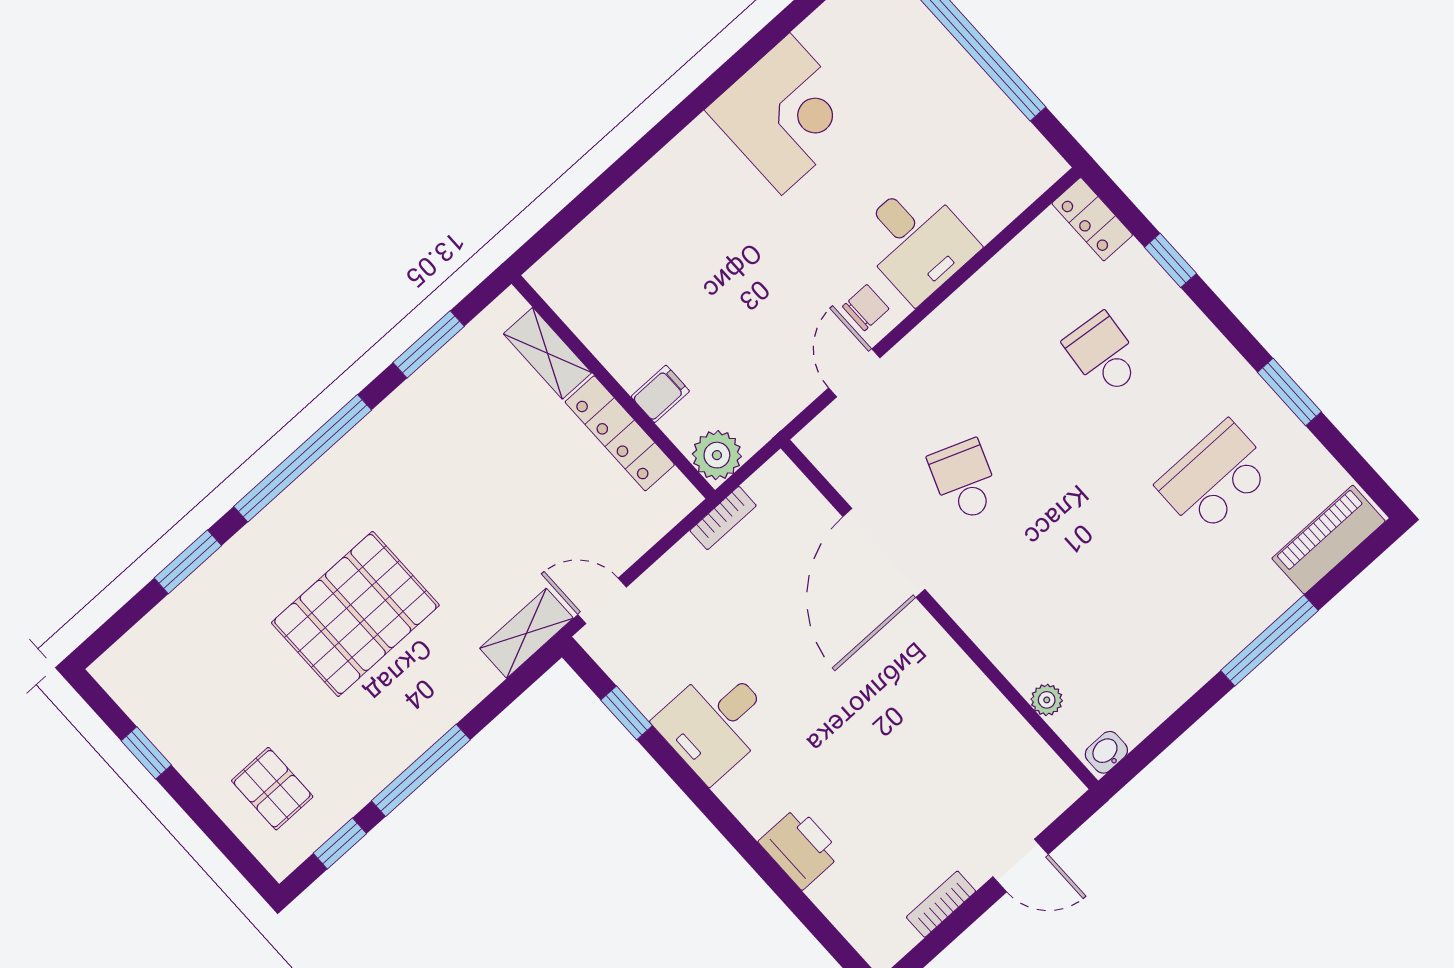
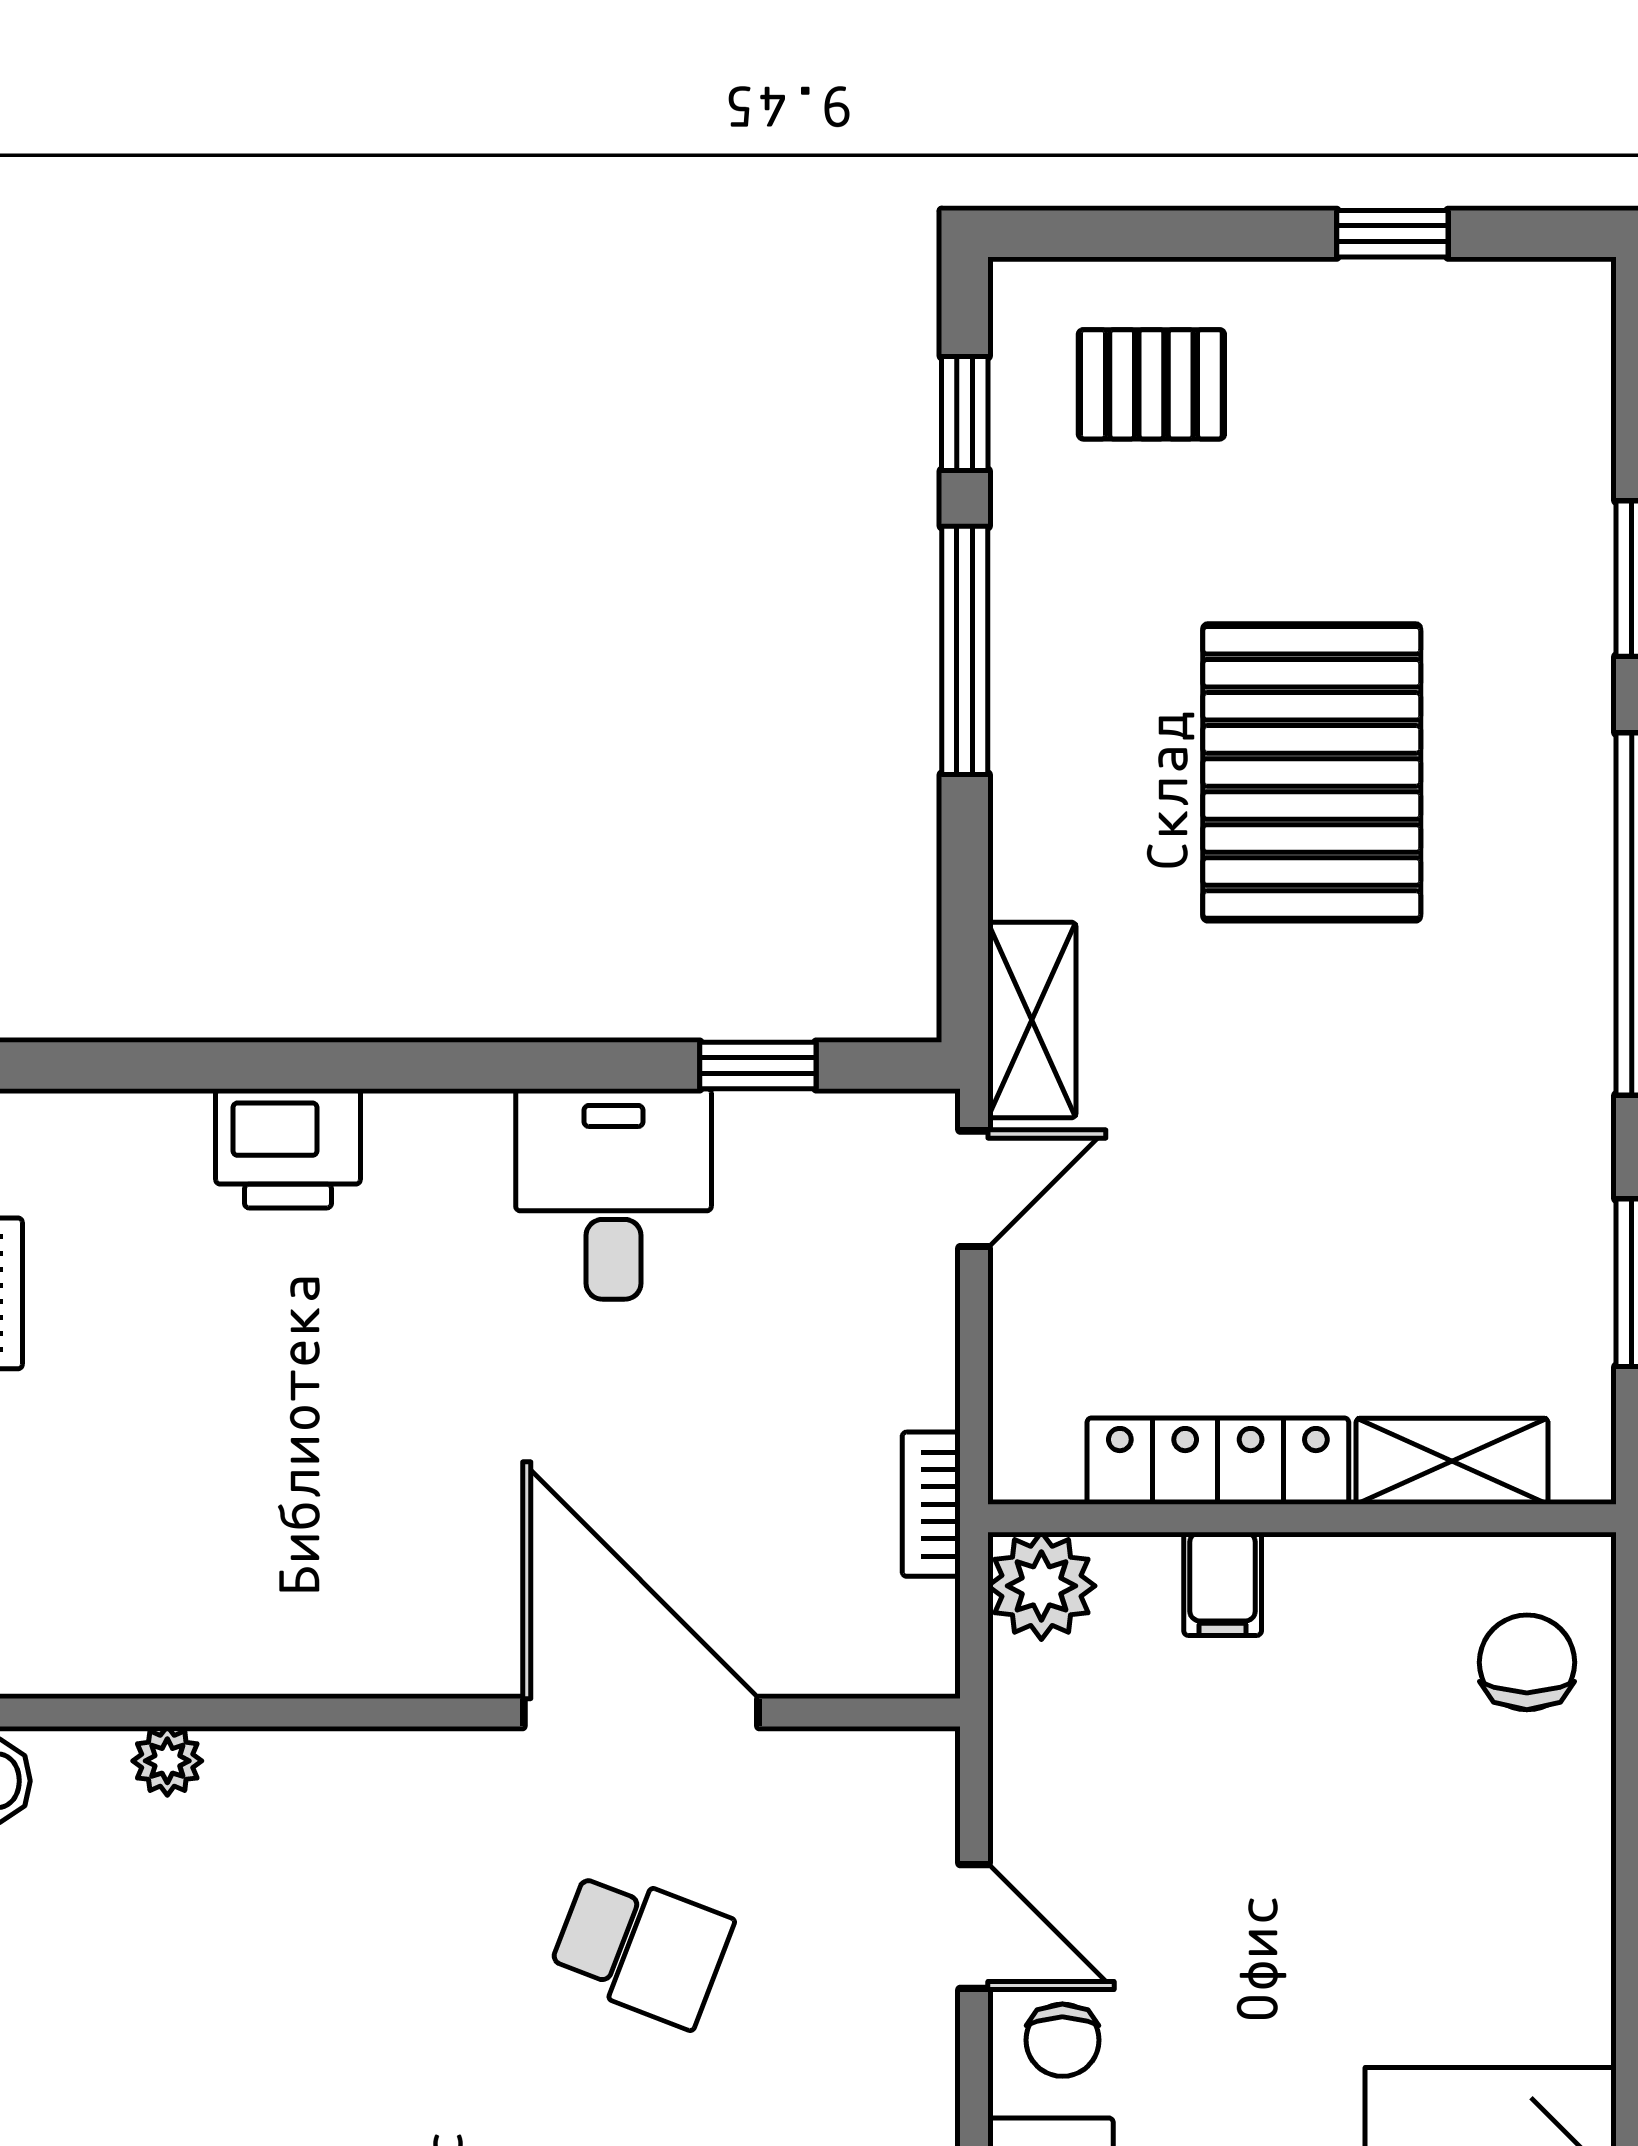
chair: (593, 265) -> (1527, 1662), added

